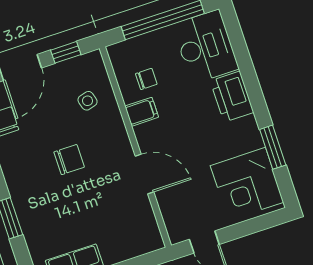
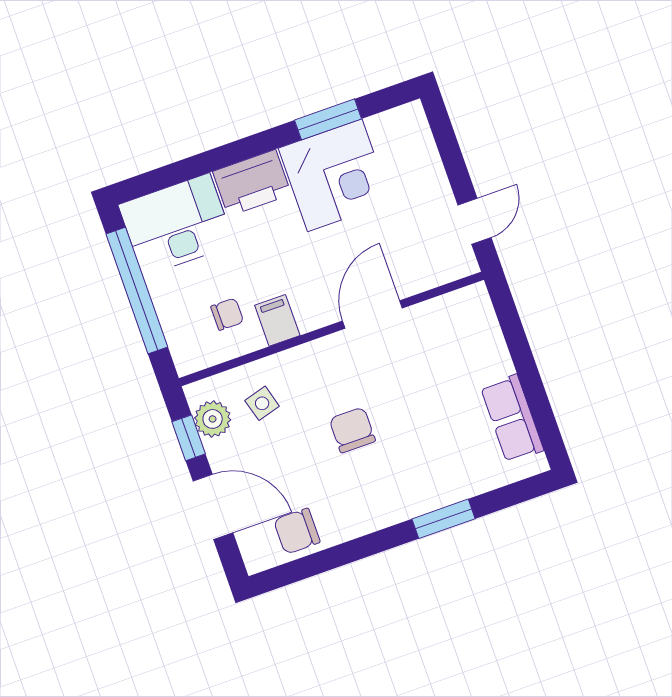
plant: (78, 68) -> (213, 419), added
chair: (146, 79) -> (227, 314), turned 90
corner desk: (247, 184) -> (335, 175), moved

